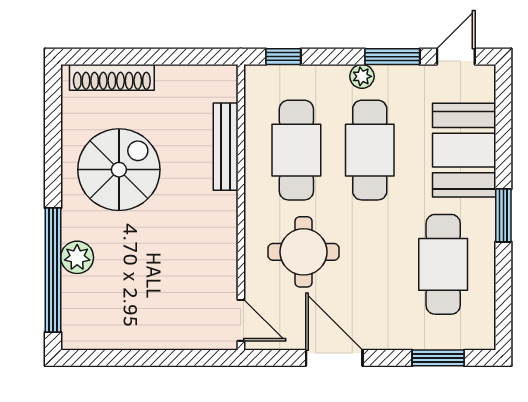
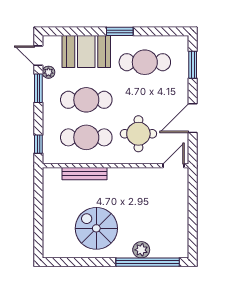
plant: (362, 76) -> (48, 72), moved
shoe rack: (112, 77) -> (49, 232), removed

